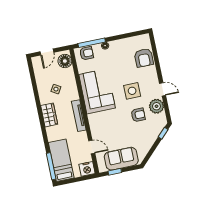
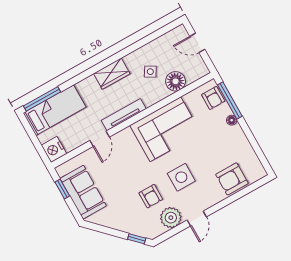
floor lamp: (65, 61) -> (176, 81), moved
door: (92, 147) -> (100, 139), moved

